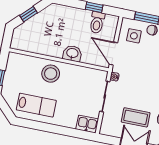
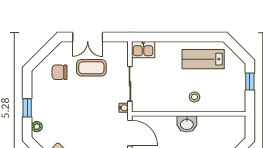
washbasin: (72, 53) -> (187, 124), moved
stool: (51, 74) -> (194, 97), width x0.53, depth x0.53

